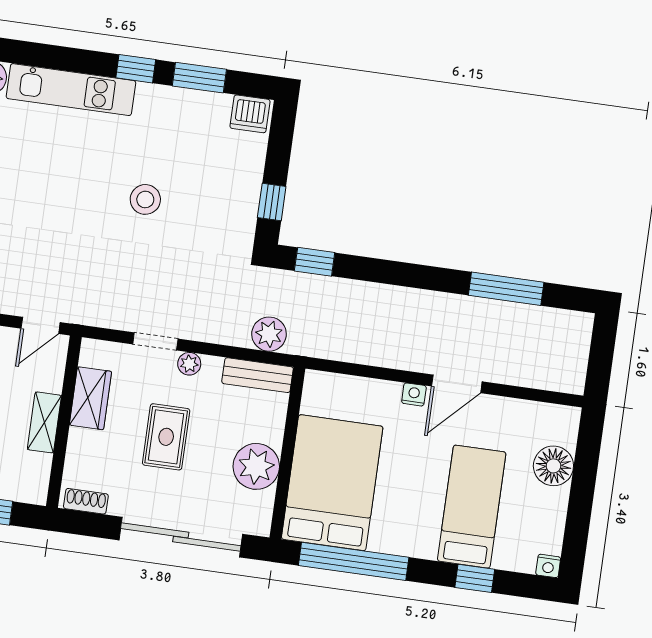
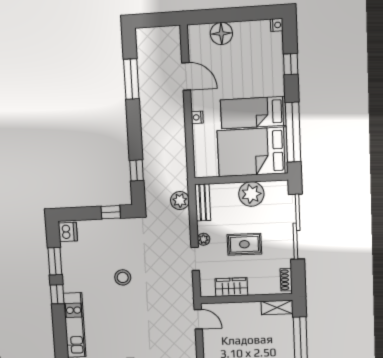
window: (315, 262) -> (137, 170), moved
door: (457, 384) -> (186, 76), moved
shelving: (44, 422) -> (277, 307), moved
bed: (472, 507) -> (253, 113), moved

